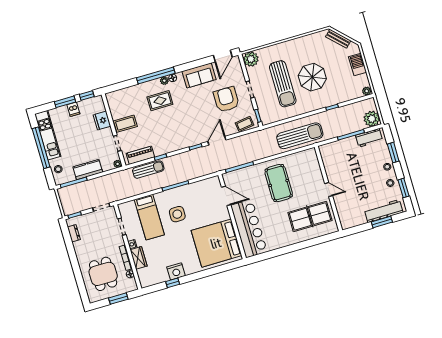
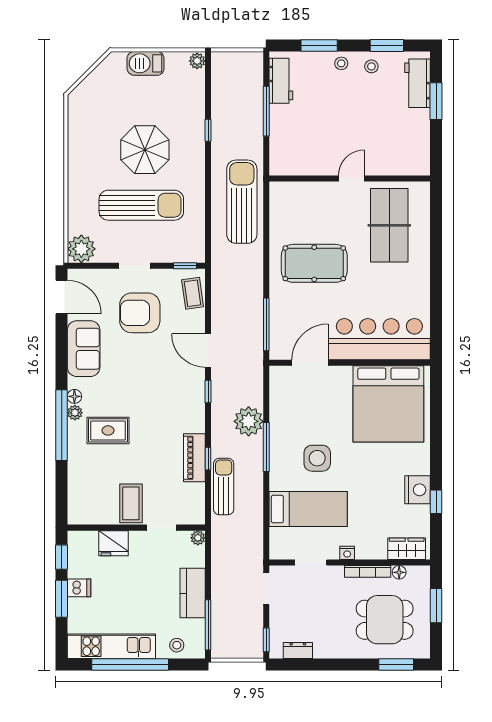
bench: (338, 39) -> (90, 84), removed
rug: (160, 101) -> (108, 430), turned 90
plant: (372, 119) -> (249, 421), moved
piano: (140, 155) -> (194, 458), moved
workbench: (384, 211) -> (418, 83), width x0.73
wardrobe: (139, 258) -> (407, 549), moved
window: (81, 287) -> (396, 664), added

